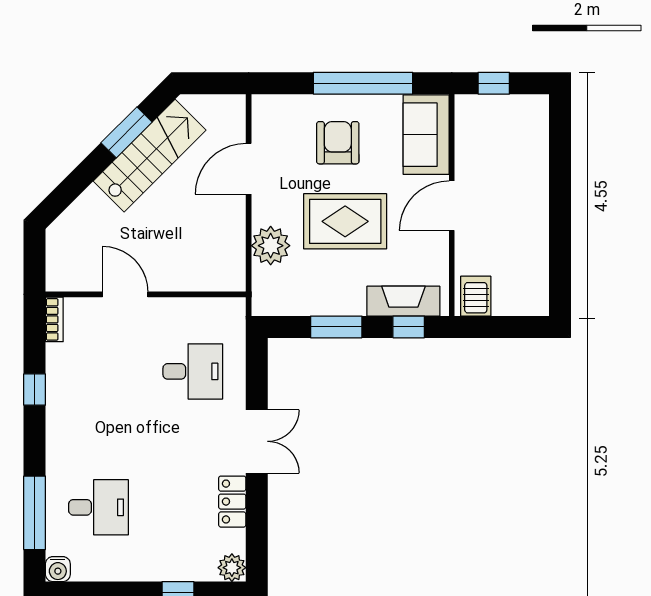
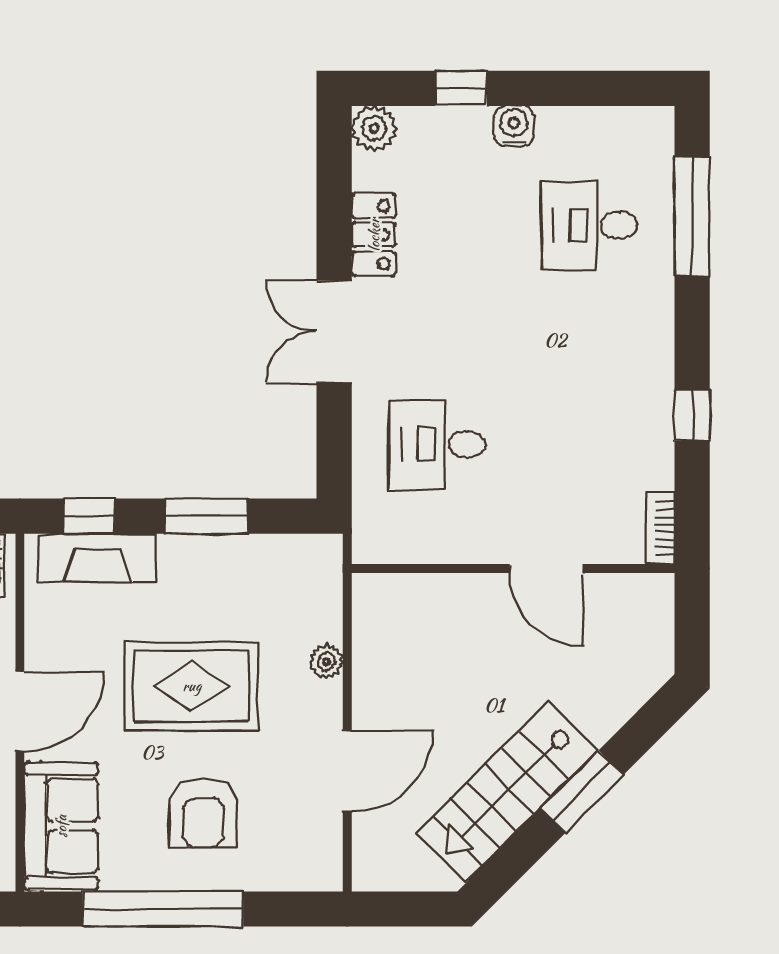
window: (127, 132) -> (582, 792), moved
plant: (271, 246) -> (326, 662), width x0.53, depth x0.53
water cooler: (58, 569) -> (514, 126), moved

